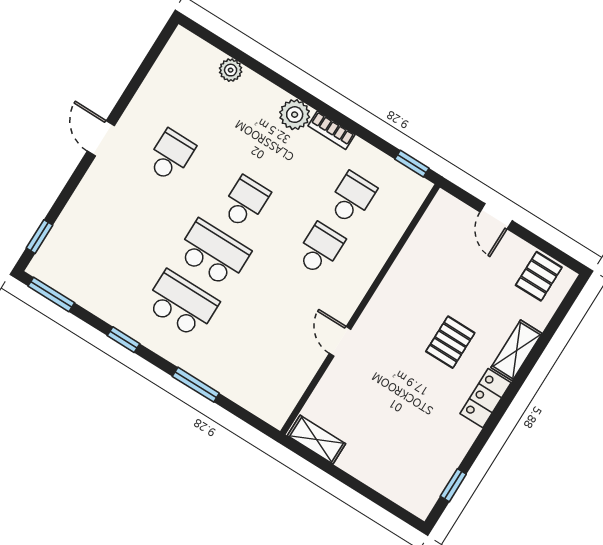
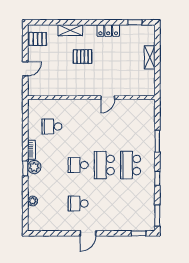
window: (412, 164) -> (25, 169), moved
school desk: (320, 249) -> (78, 127), removed
locker: (486, 398) -> (108, 31), moved
shelving: (317, 440) -> (150, 57), moved

